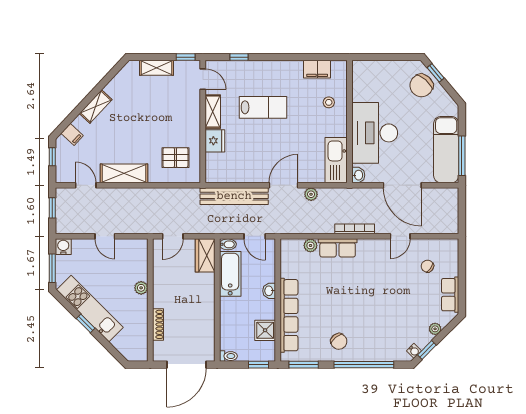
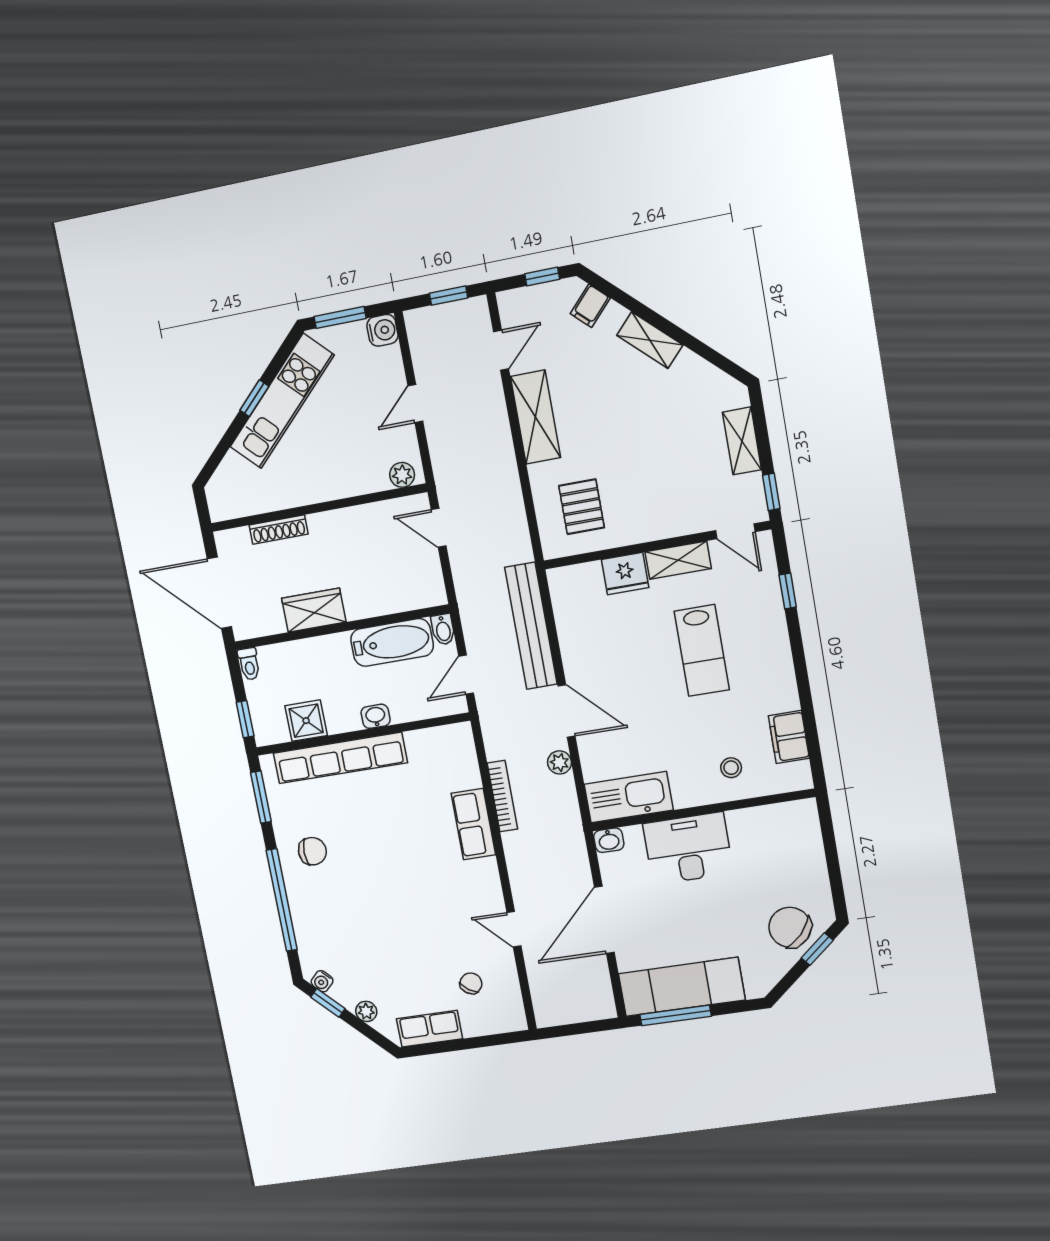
door: (203, 79) -> (735, 531), hinge flipped
desk: (375, 133) -> (688, 848), width x0.73, depth x0.77
bookcase: (355, 229) -> (502, 796), moved
plant: (310, 245) -> (469, 776), removed
wardrobe: (205, 255) -> (314, 610), moved
plant: (141, 288) -> (402, 475), moved
chair: (339, 341) -> (312, 851), turned -142

